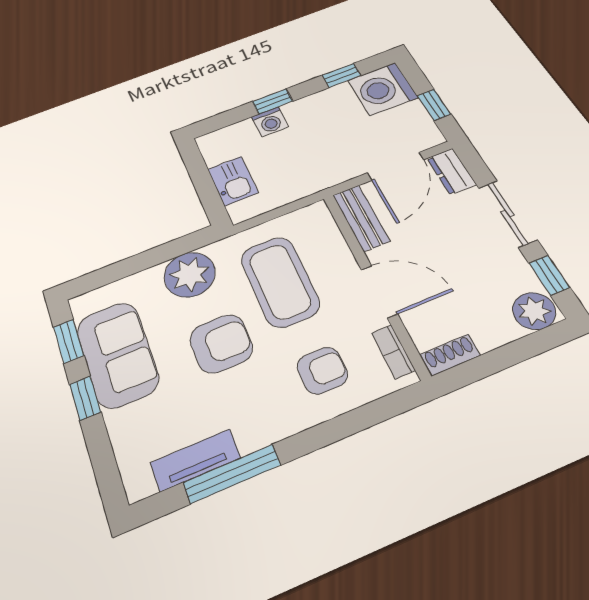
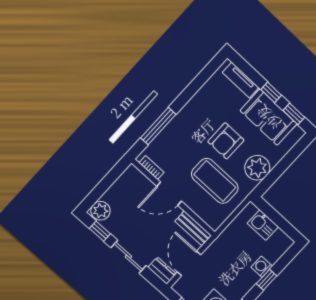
shoe rack: (450, 355) -> (128, 176), removed
armchair: (322, 371) -> (177, 147), removed
tv unit: (195, 460) -> (241, 80), moved, turned 90
window: (232, 474) -> (158, 126), moved

